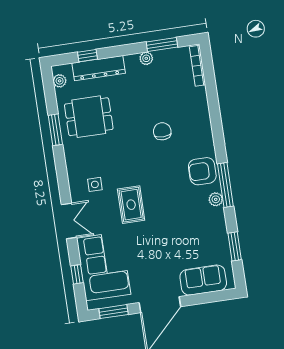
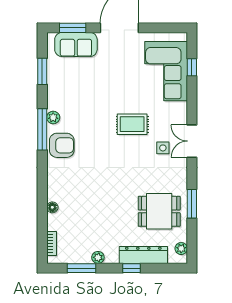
window: (88, 56) -> (131, 268), moved
bookcase: (198, 66) -> (52, 243), width x0.64
floor lamp: (202, 104) -> (52, 207), added
chair: (162, 131) -> (93, 188), removed
rug: (131, 205) -> (132, 124), turned 90
double door: (69, 221) -> (192, 141), moved
window: (114, 312) -> (73, 28), moved

